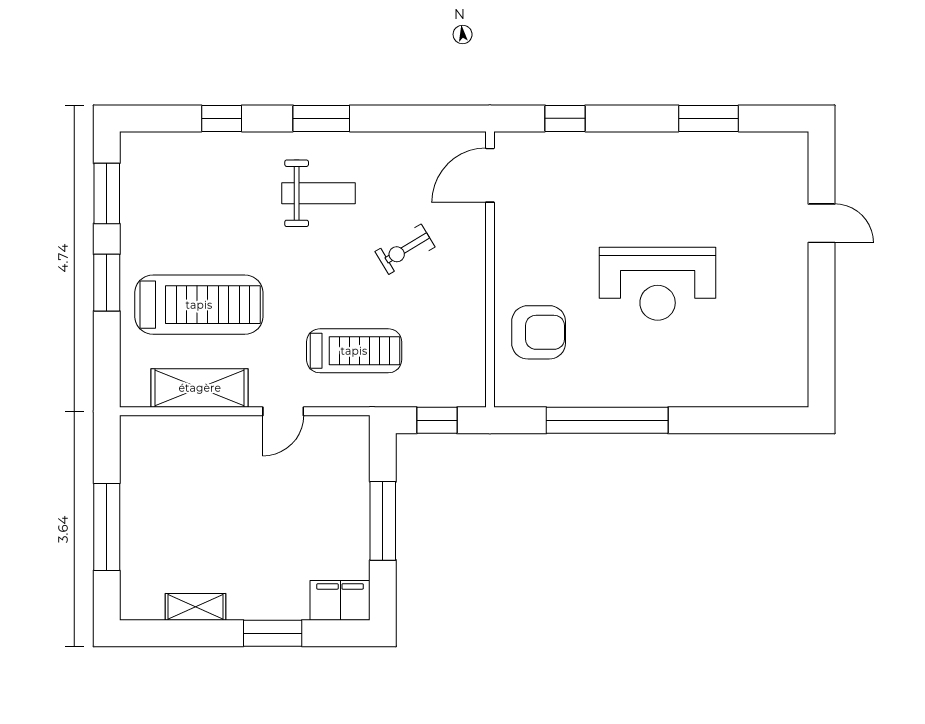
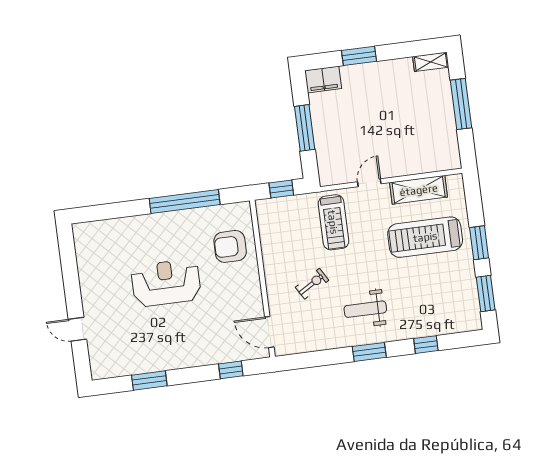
door: (490, 175) -> (269, 332), swing flipped
treadmill: (354, 351) -> (333, 222), turned -90
shelving: (196, 607) -> (431, 62), moved

